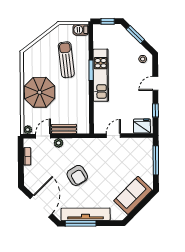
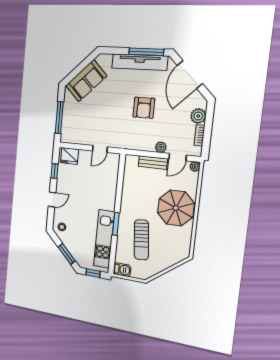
kitchen unit: (101, 75) -> (104, 239), moved
plant: (30, 172) -> (198, 116), added
armchair: (77, 175) -> (144, 108), turned -149

